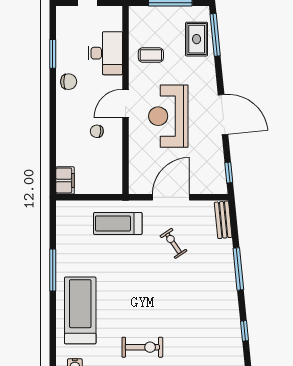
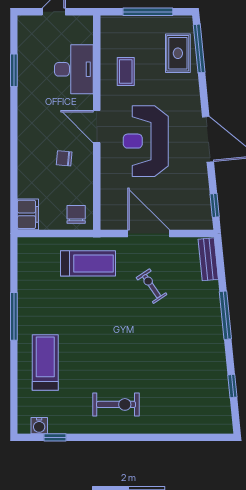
coffee table: (151, 55) -> (126, 71), turned 90
chair: (69, 82) -> (76, 214), moved, turned -90
door: (125, 103) -> (97, 127), hinge flipped
door: (171, 197) -> (149, 234), hinge flipped
treadmill: (118, 223) -> (88, 263), turned 180
treadmill: (80, 310) -> (45, 363), width x0.73, depth x0.73

